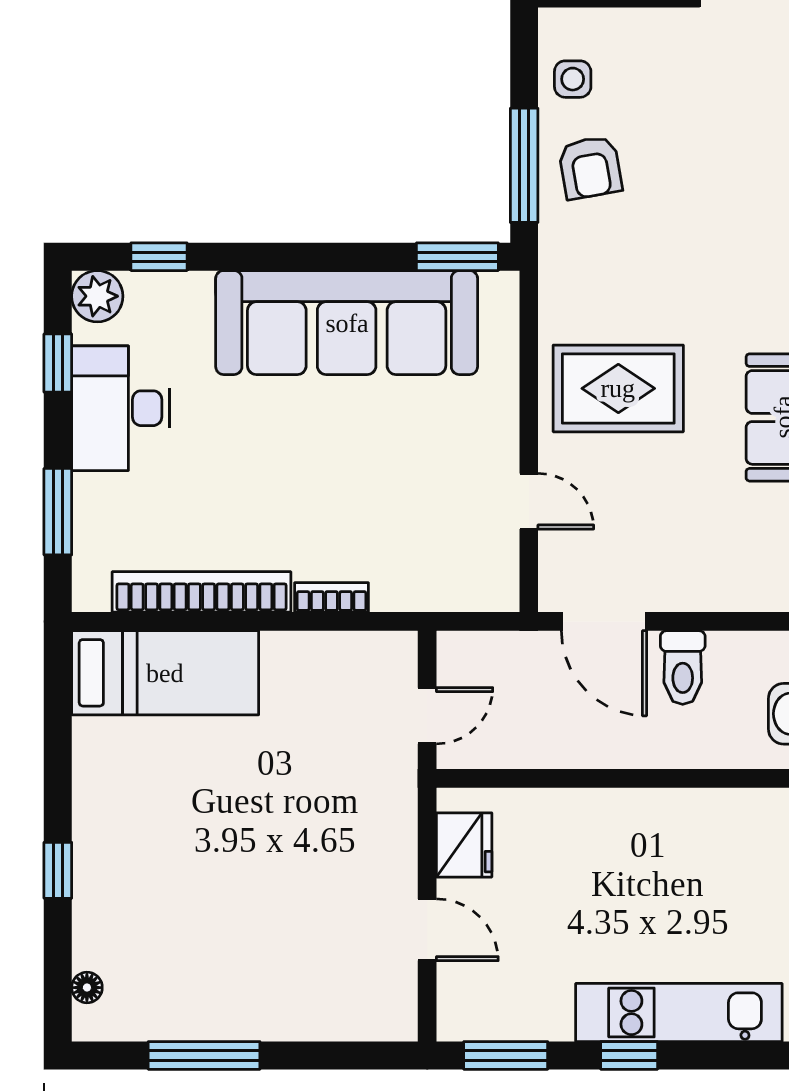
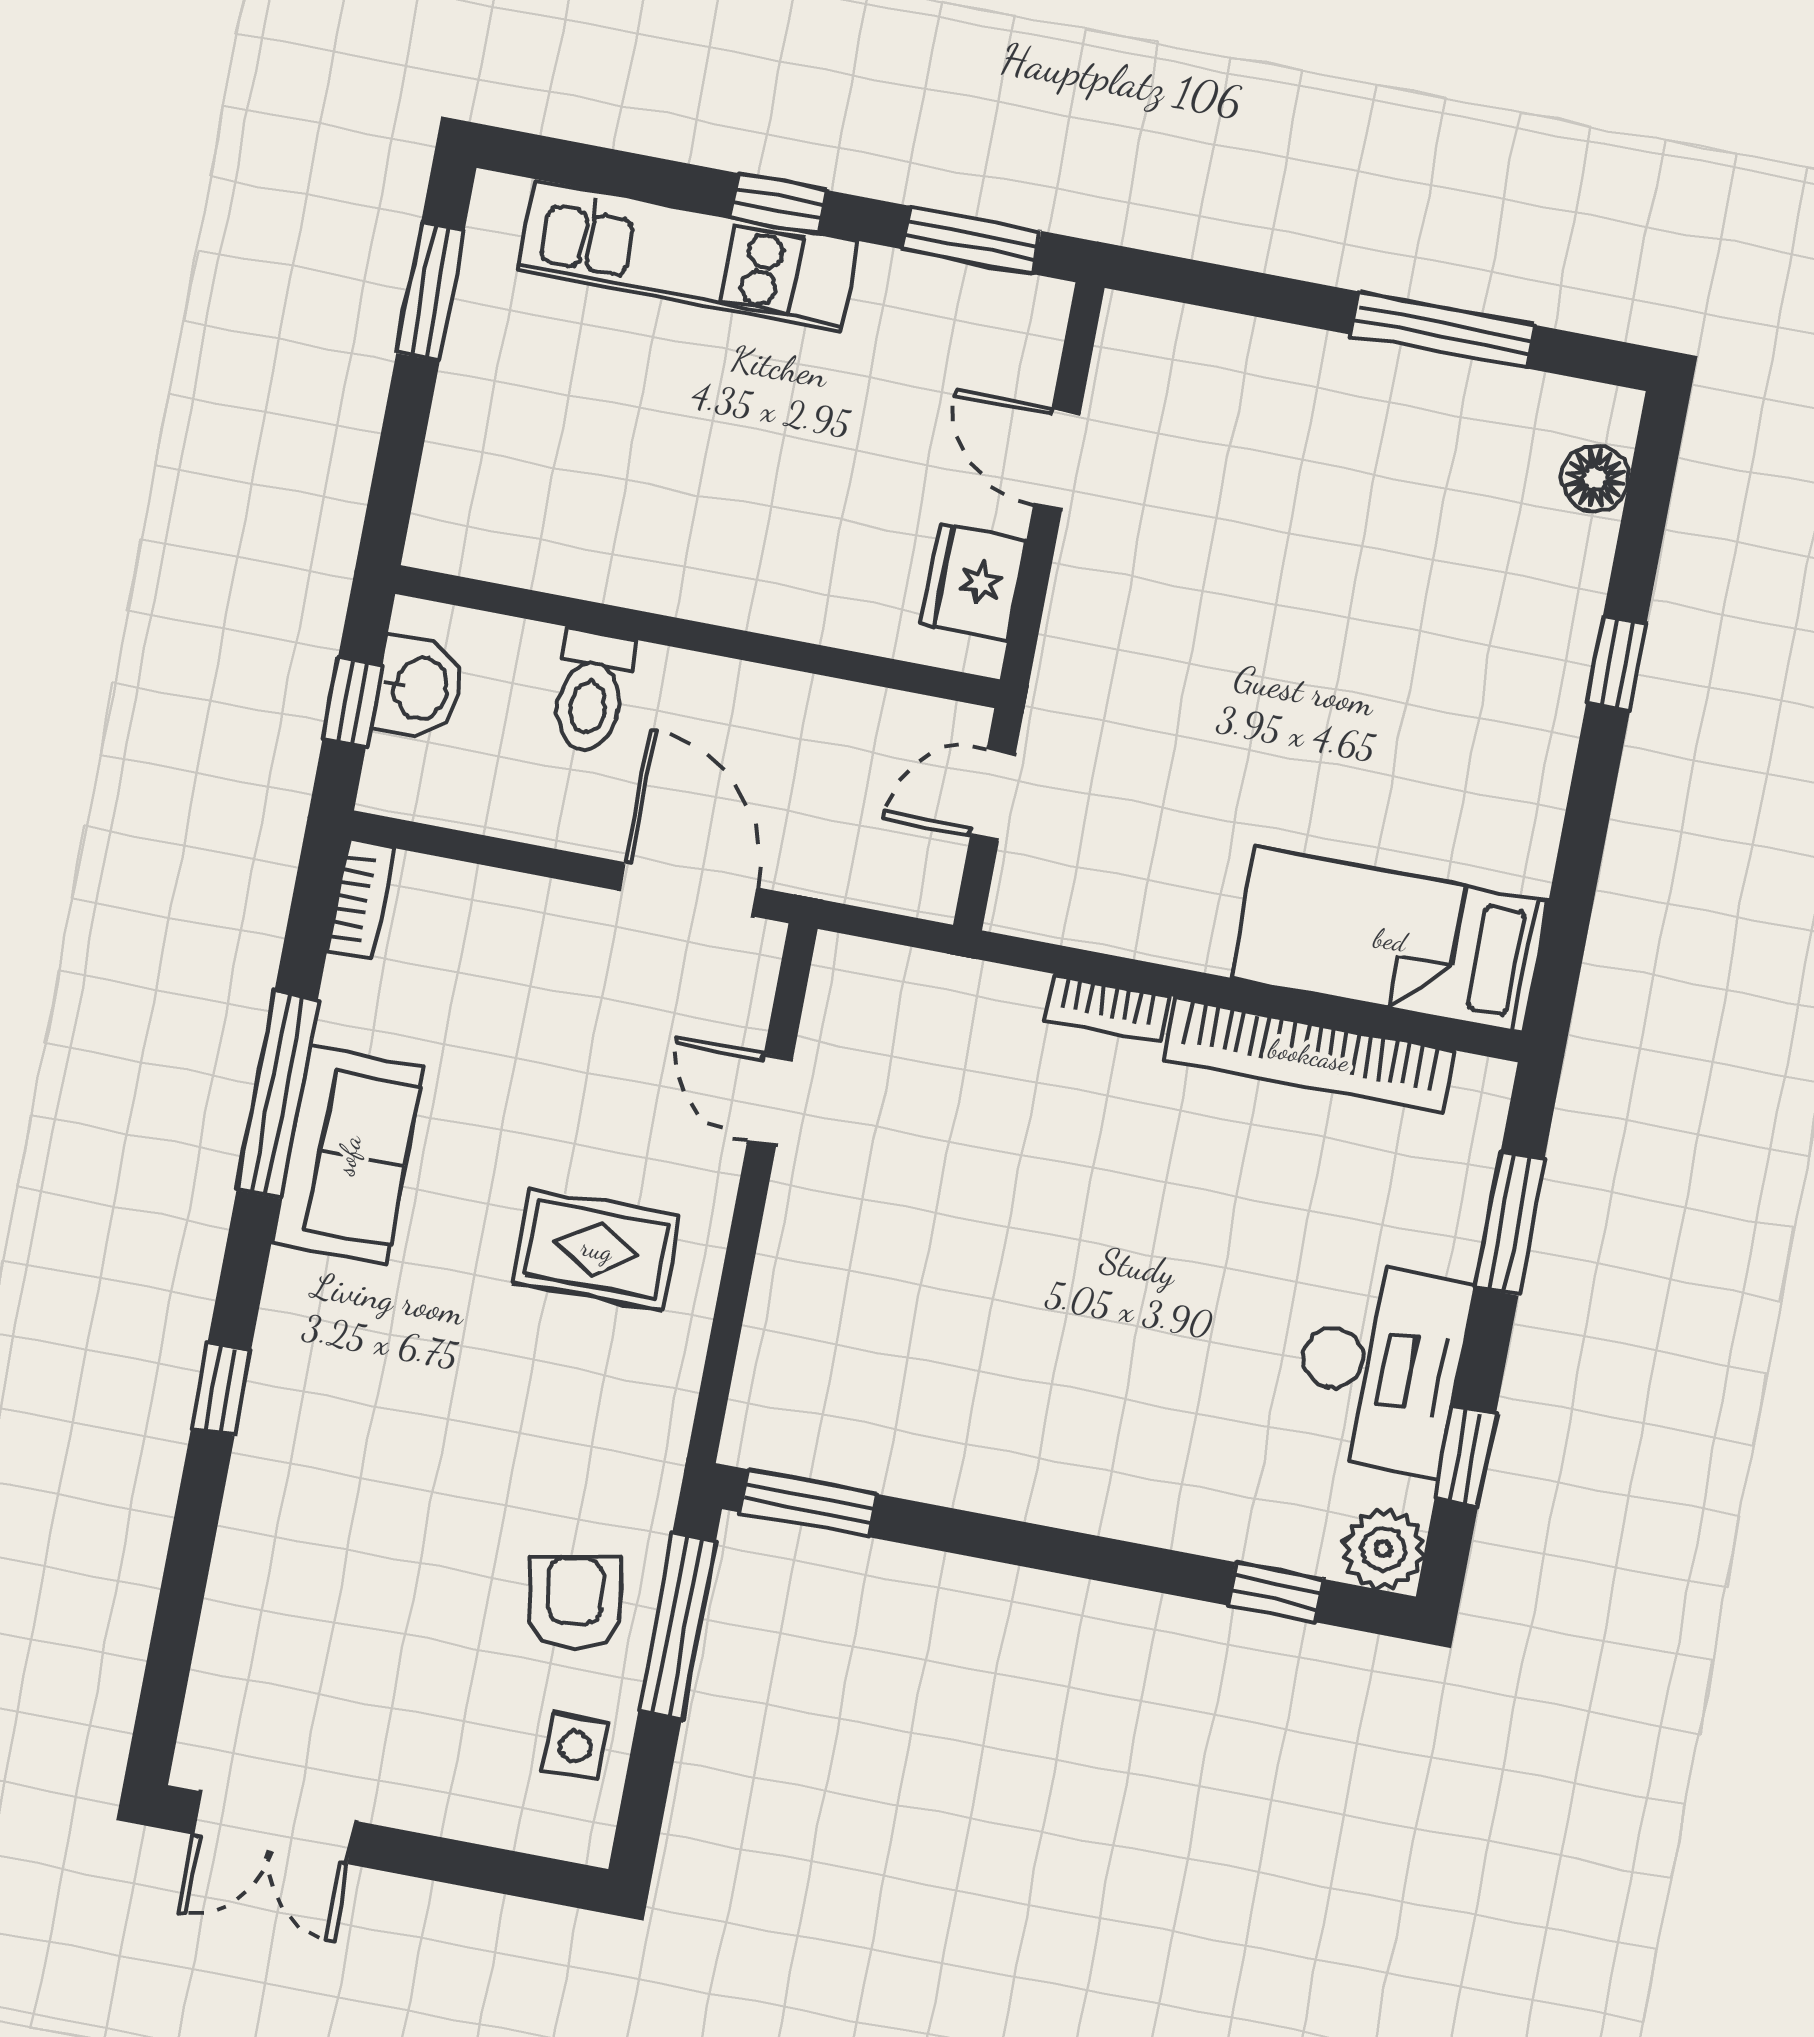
sofa: (347, 323) -> (1002, 1433), removed
rug: (618, 388) -> (597, 1249), width x0.73, depth x0.70
toilet: (683, 668) -> (591, 691), moved, turned 180
floor lamp: (87, 988) -> (1595, 478), width x1.37, depth x1.37

